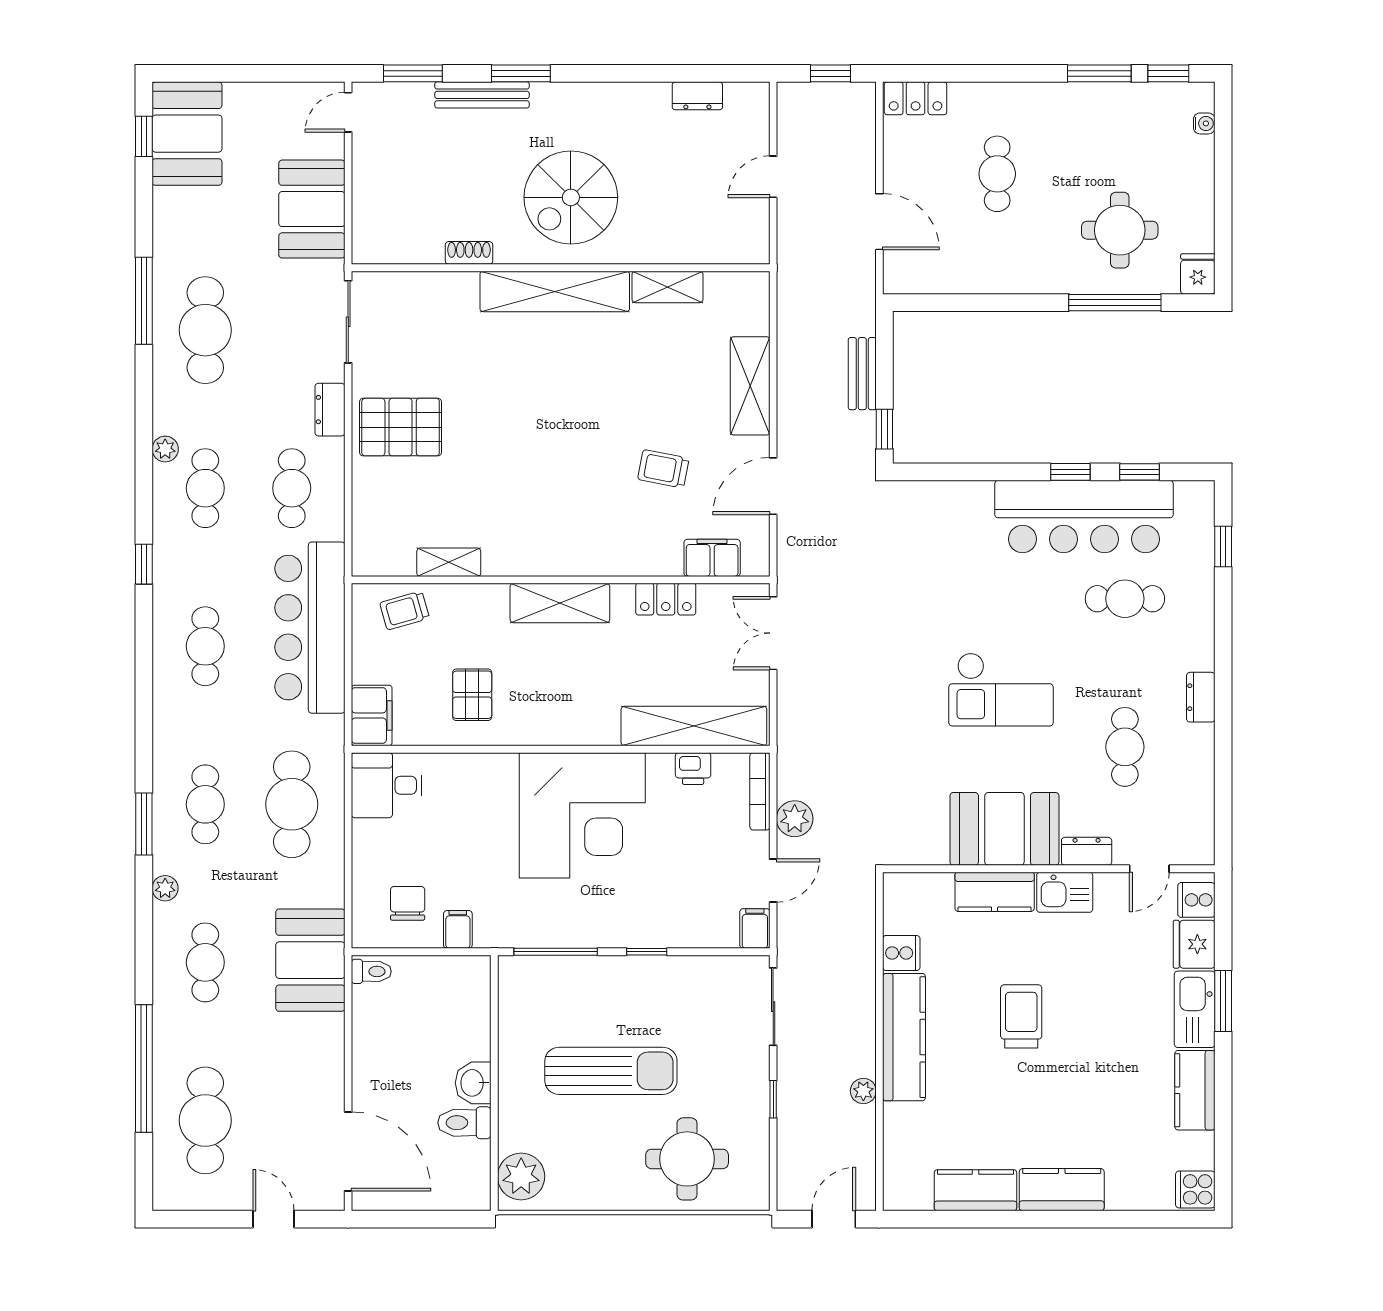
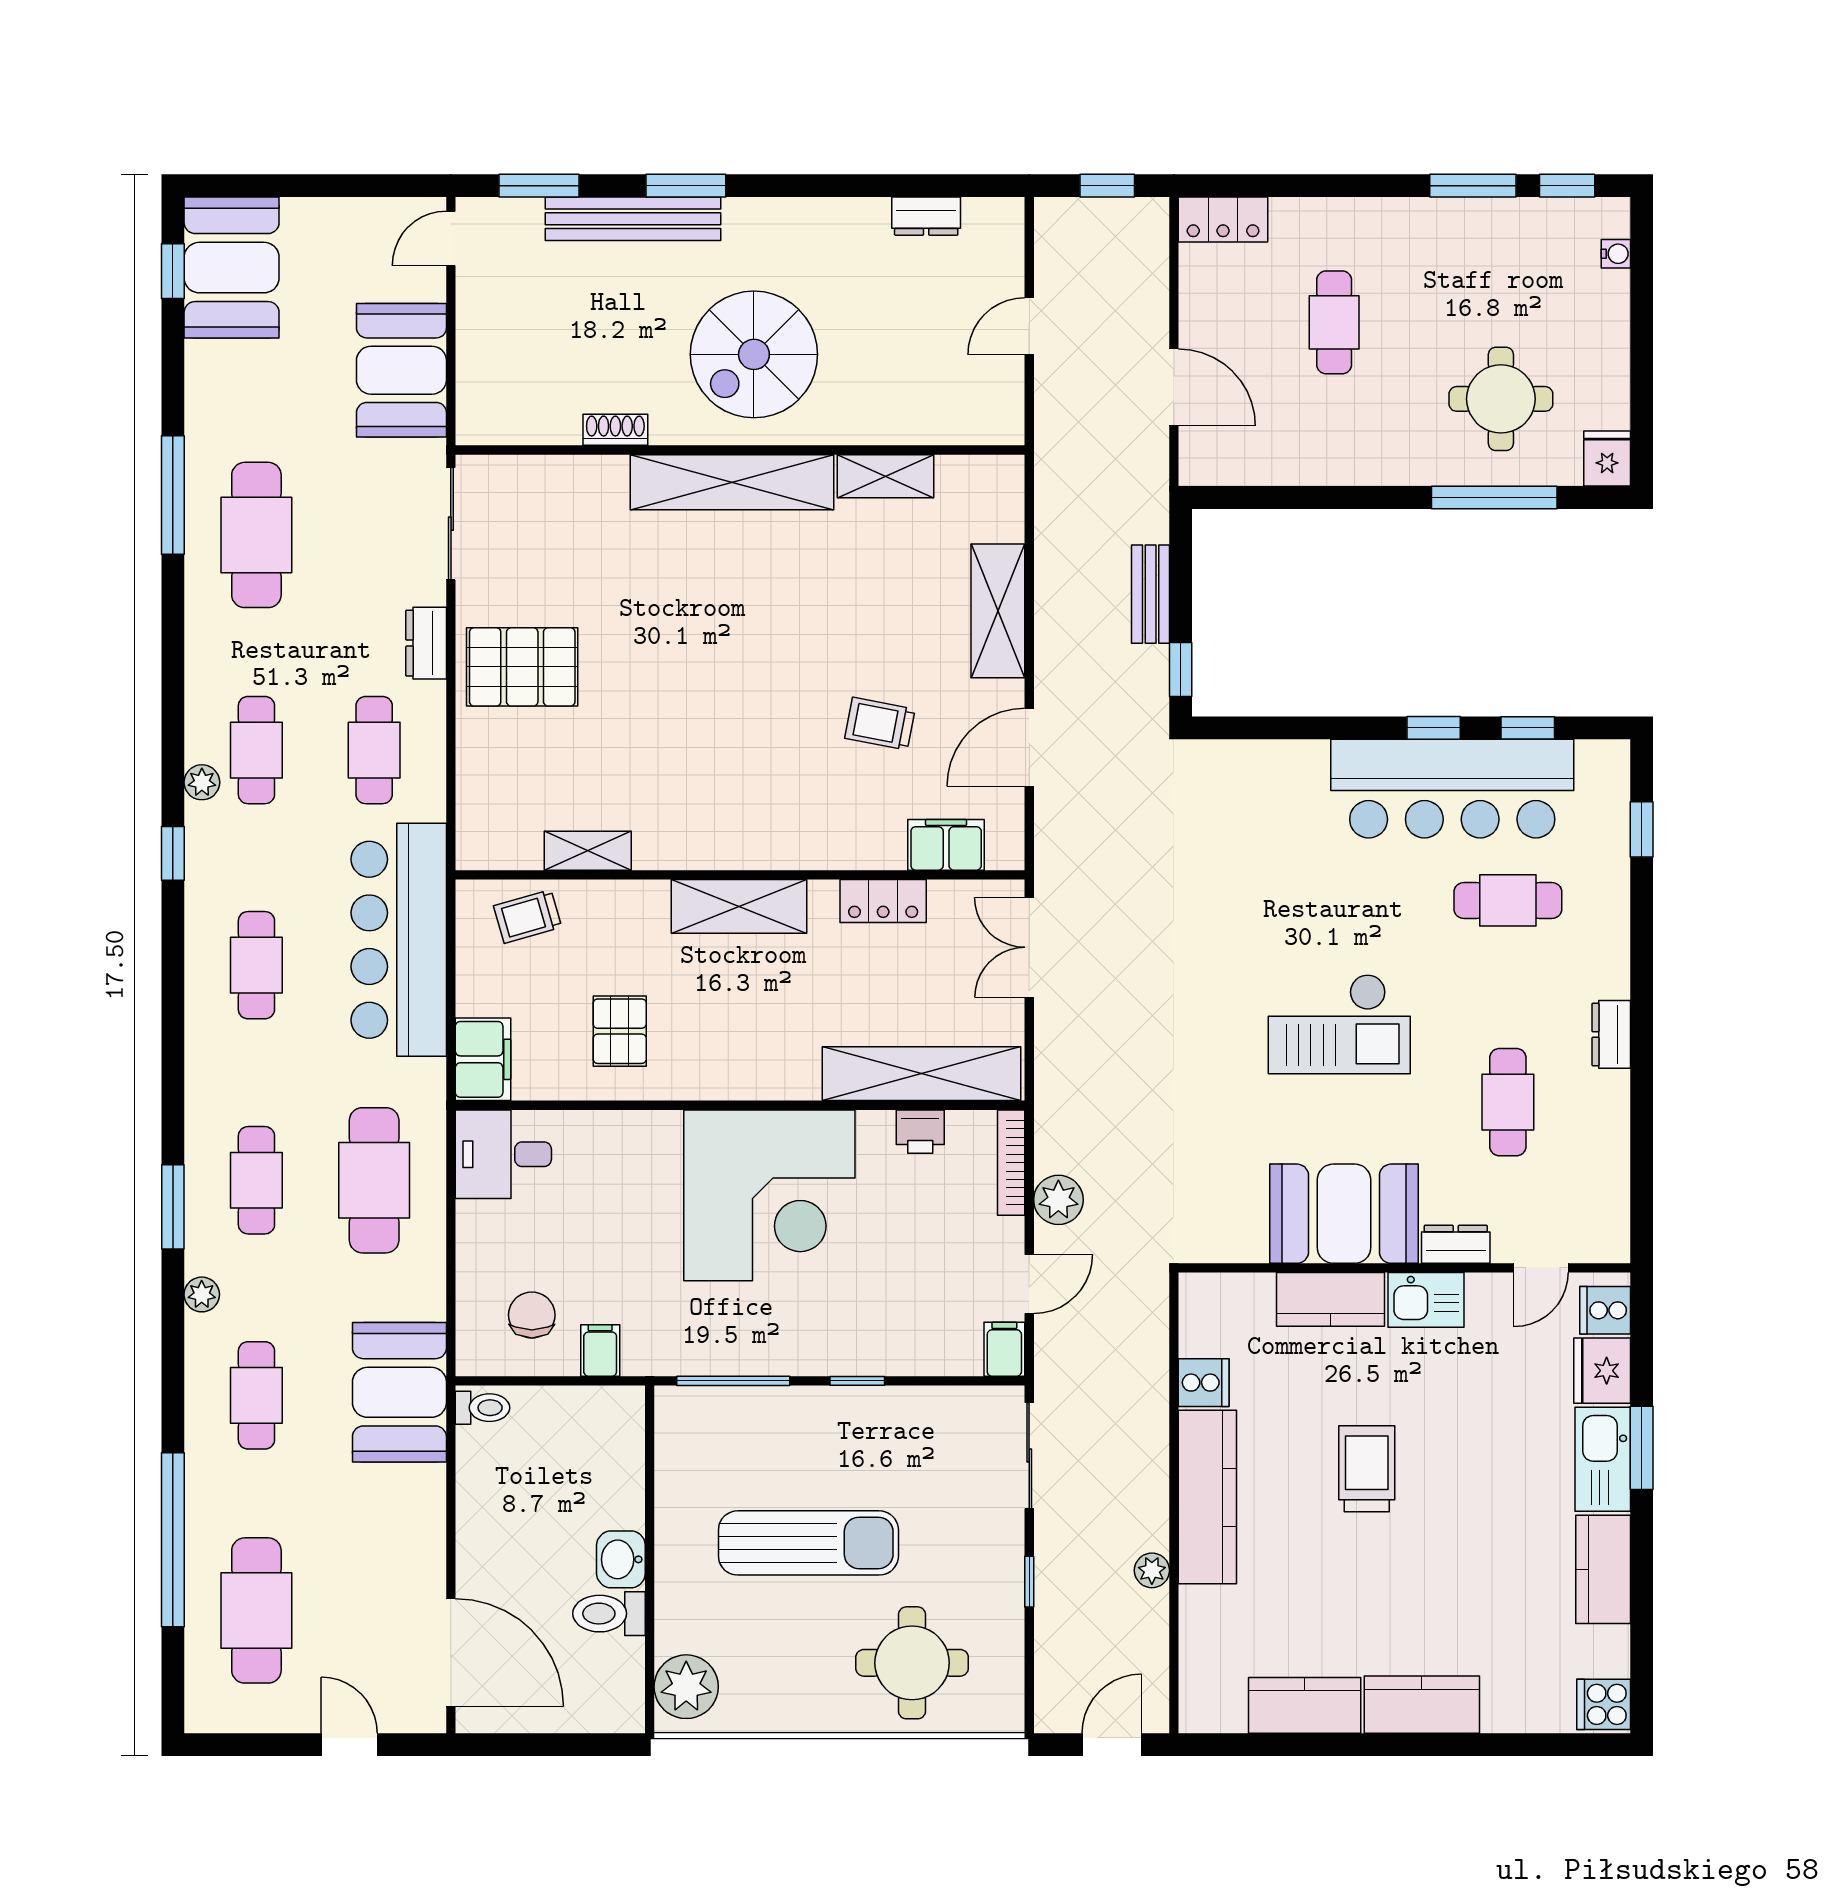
bench: (482, 95) -> (633, 219), width x1.37, depth x1.21
plant: (165, 449) -> (202, 782), moved

